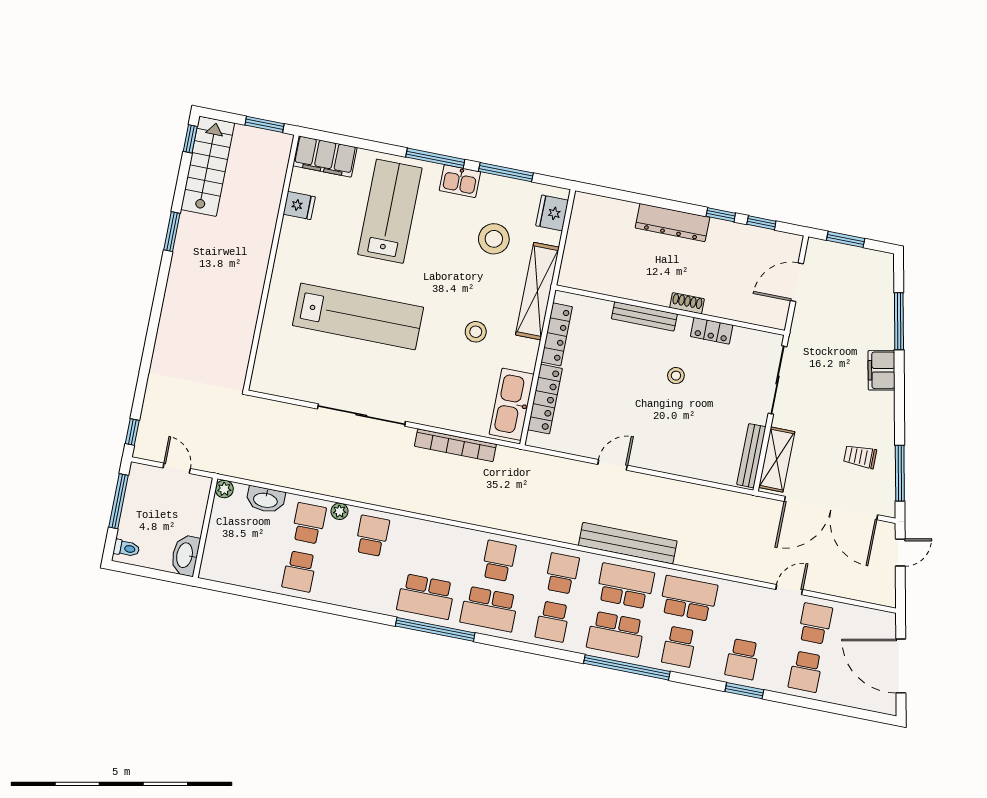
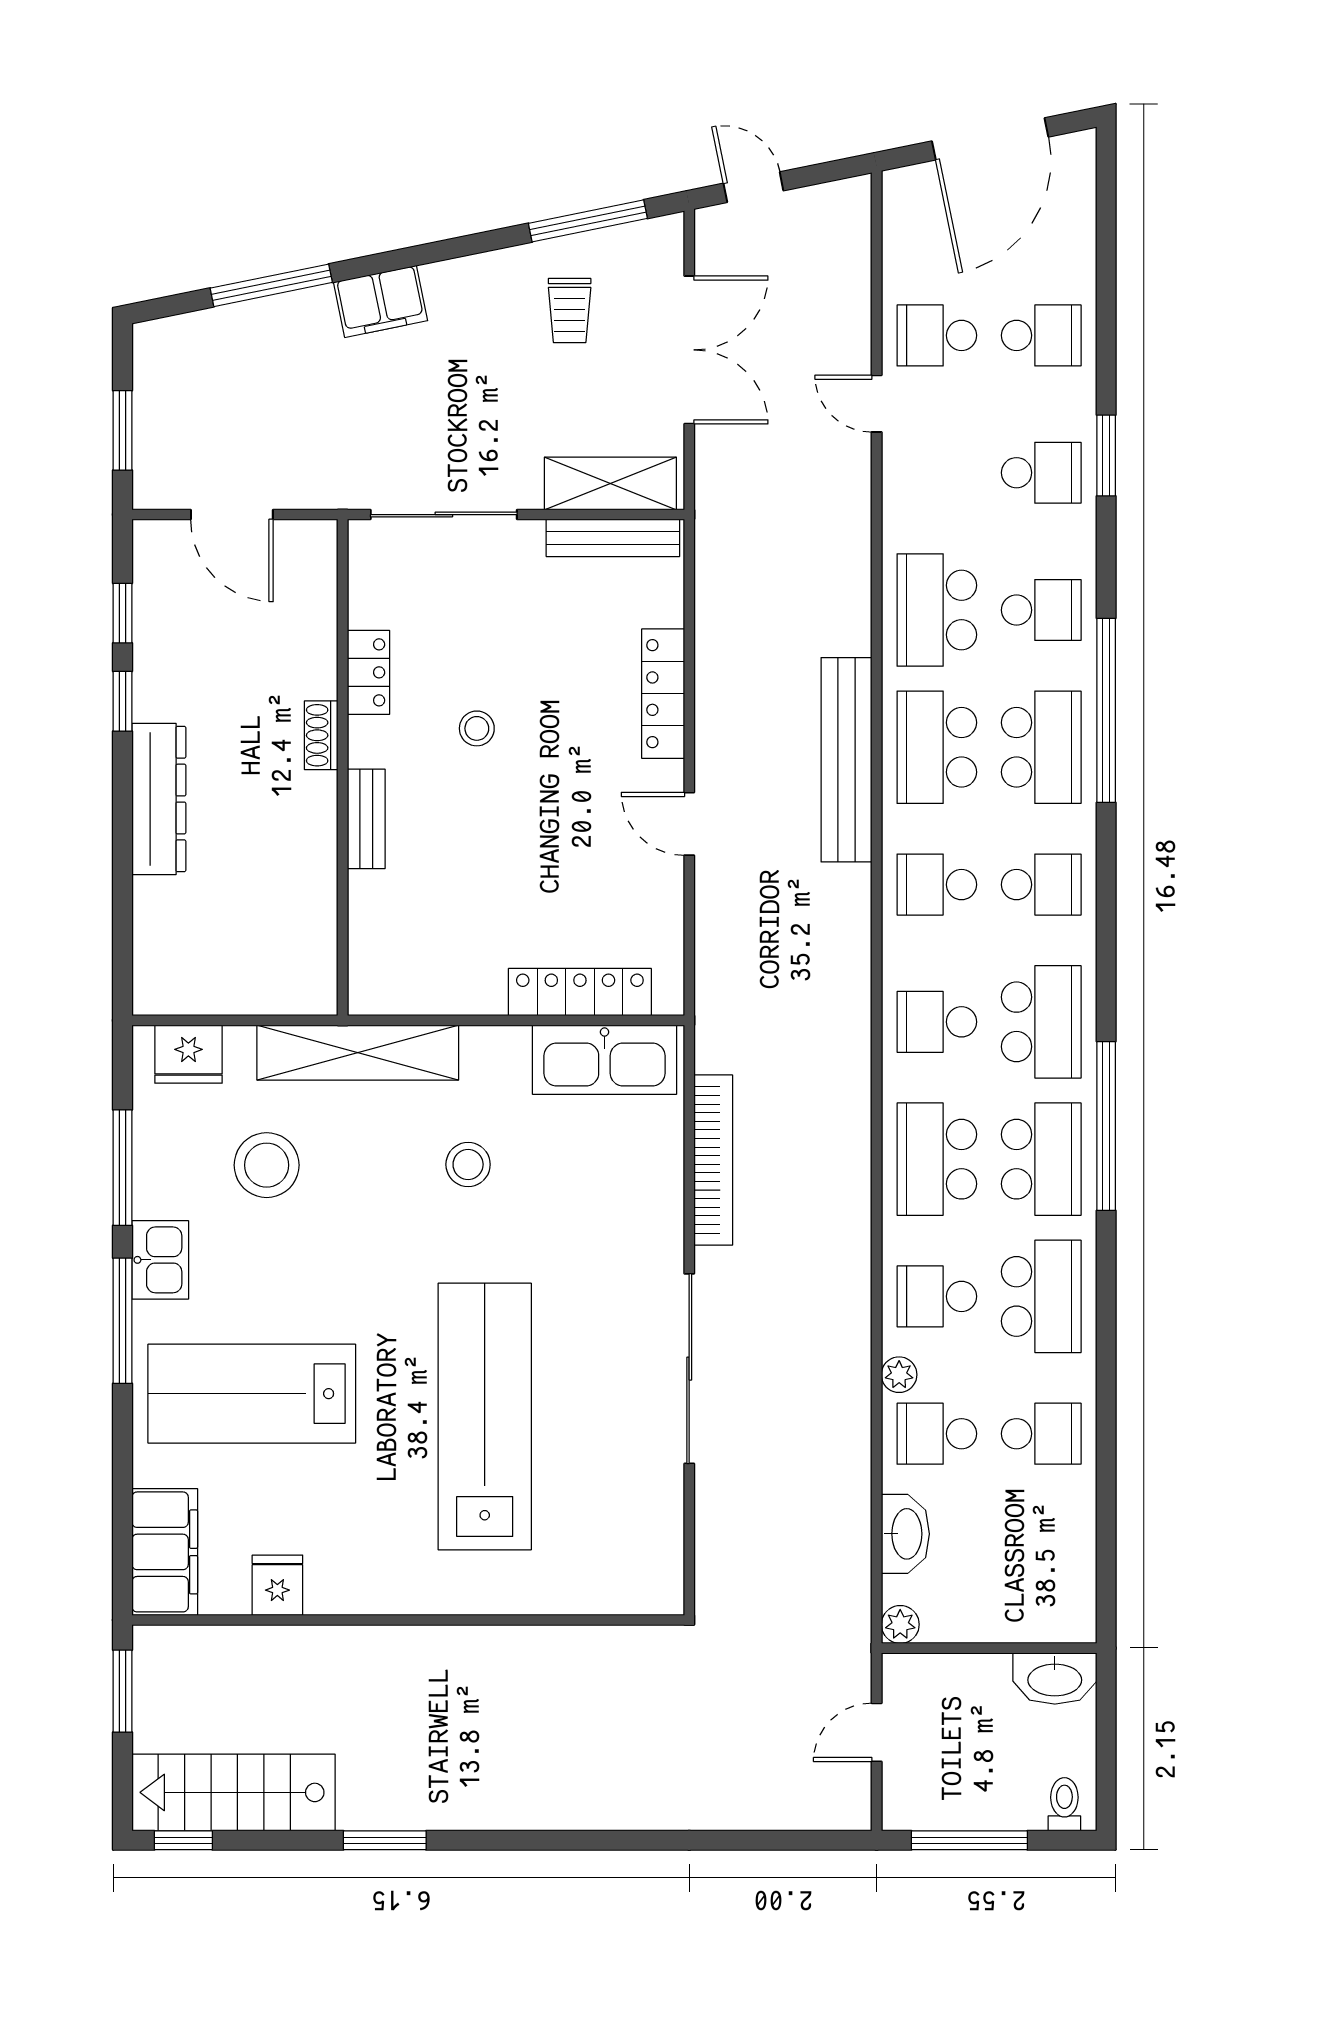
bench: (644, 316) -> (366, 819), width x0.73
locker: (557, 334) -> (663, 694), moved, turned -90
window: (132, 432) -> (819, 1840), removed
double door: (831, 508) -> (689, 350), width x0.73
school desk: (435, 548) -> (937, 1159), added
school desk: (363, 584) -> (1041, 1296), added

